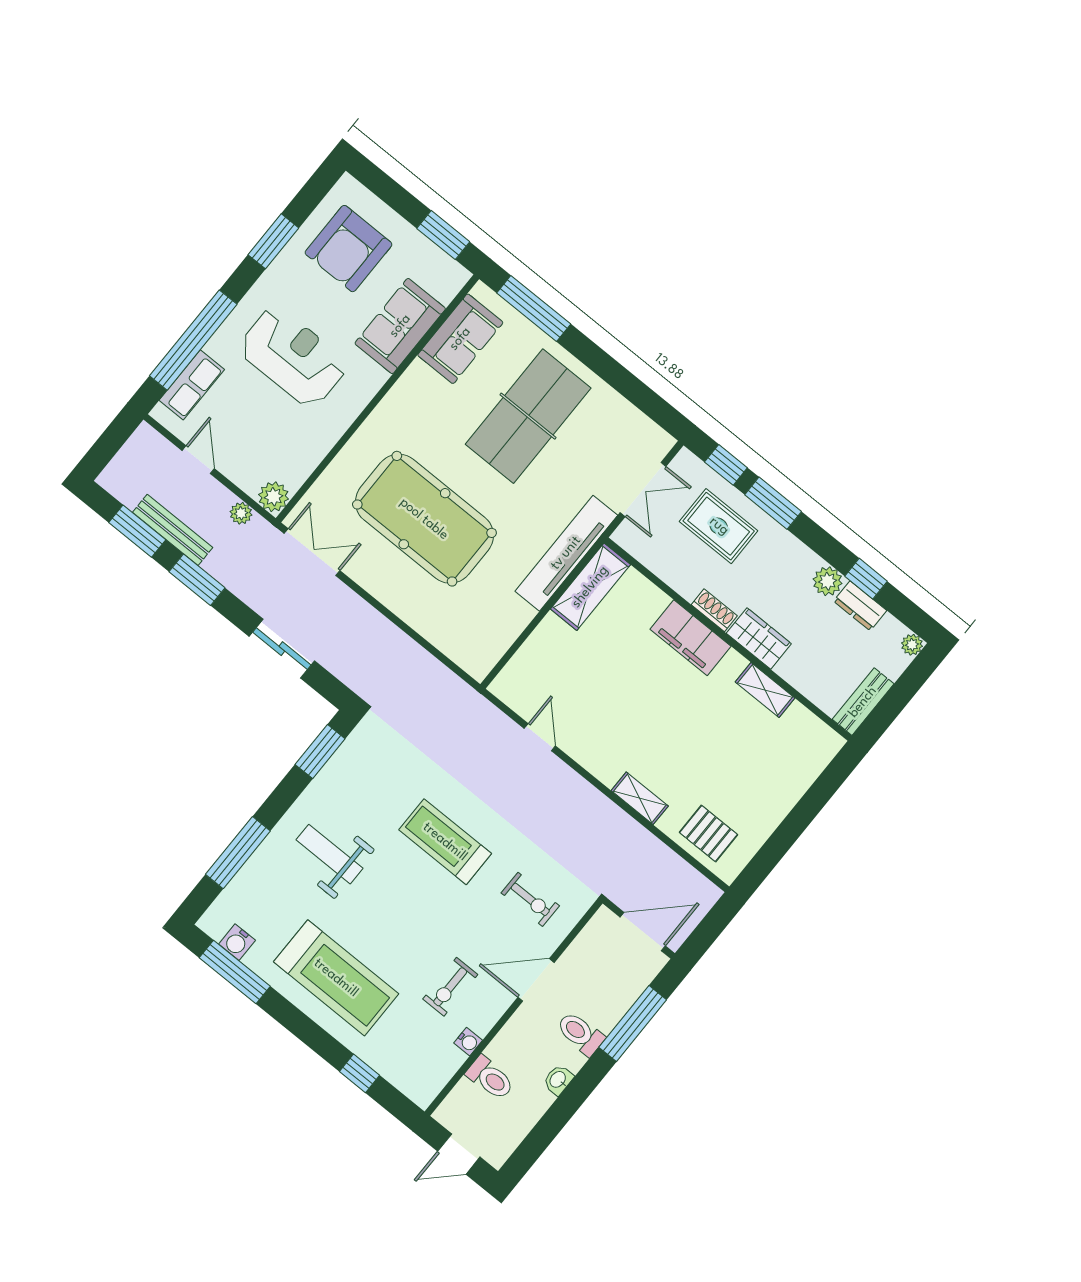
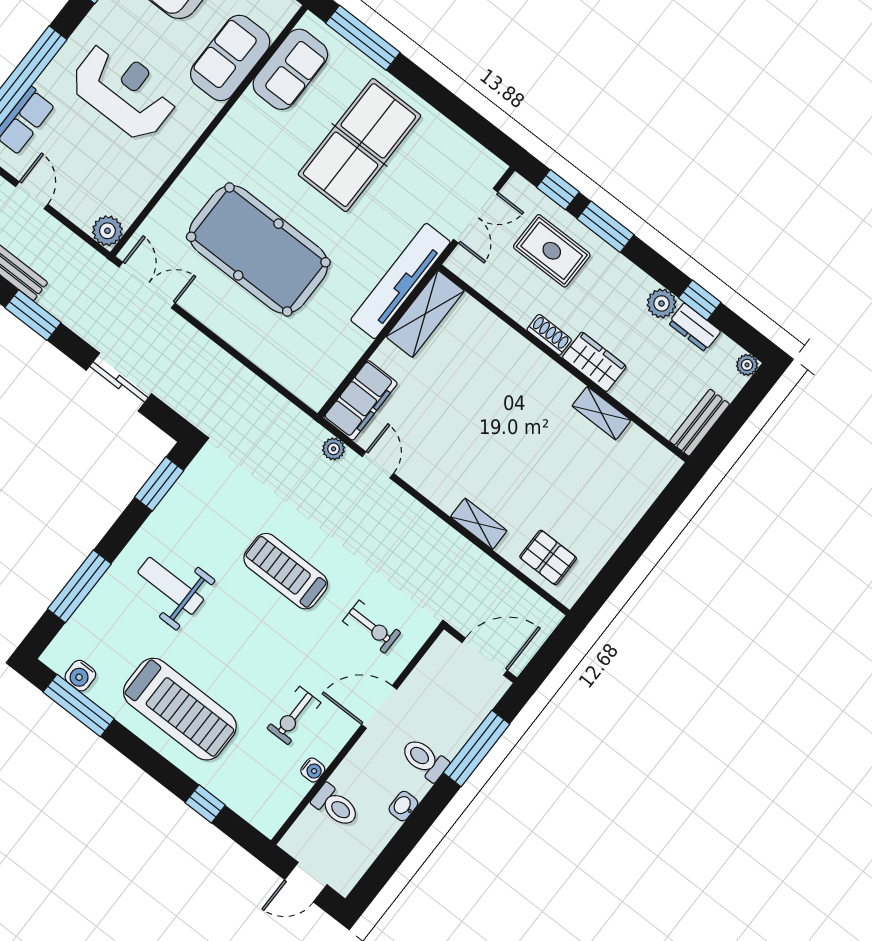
plant: (241, 513) -> (334, 449), moved
filing cabinet: (690, 638) -> (360, 400), moved, turned -90

